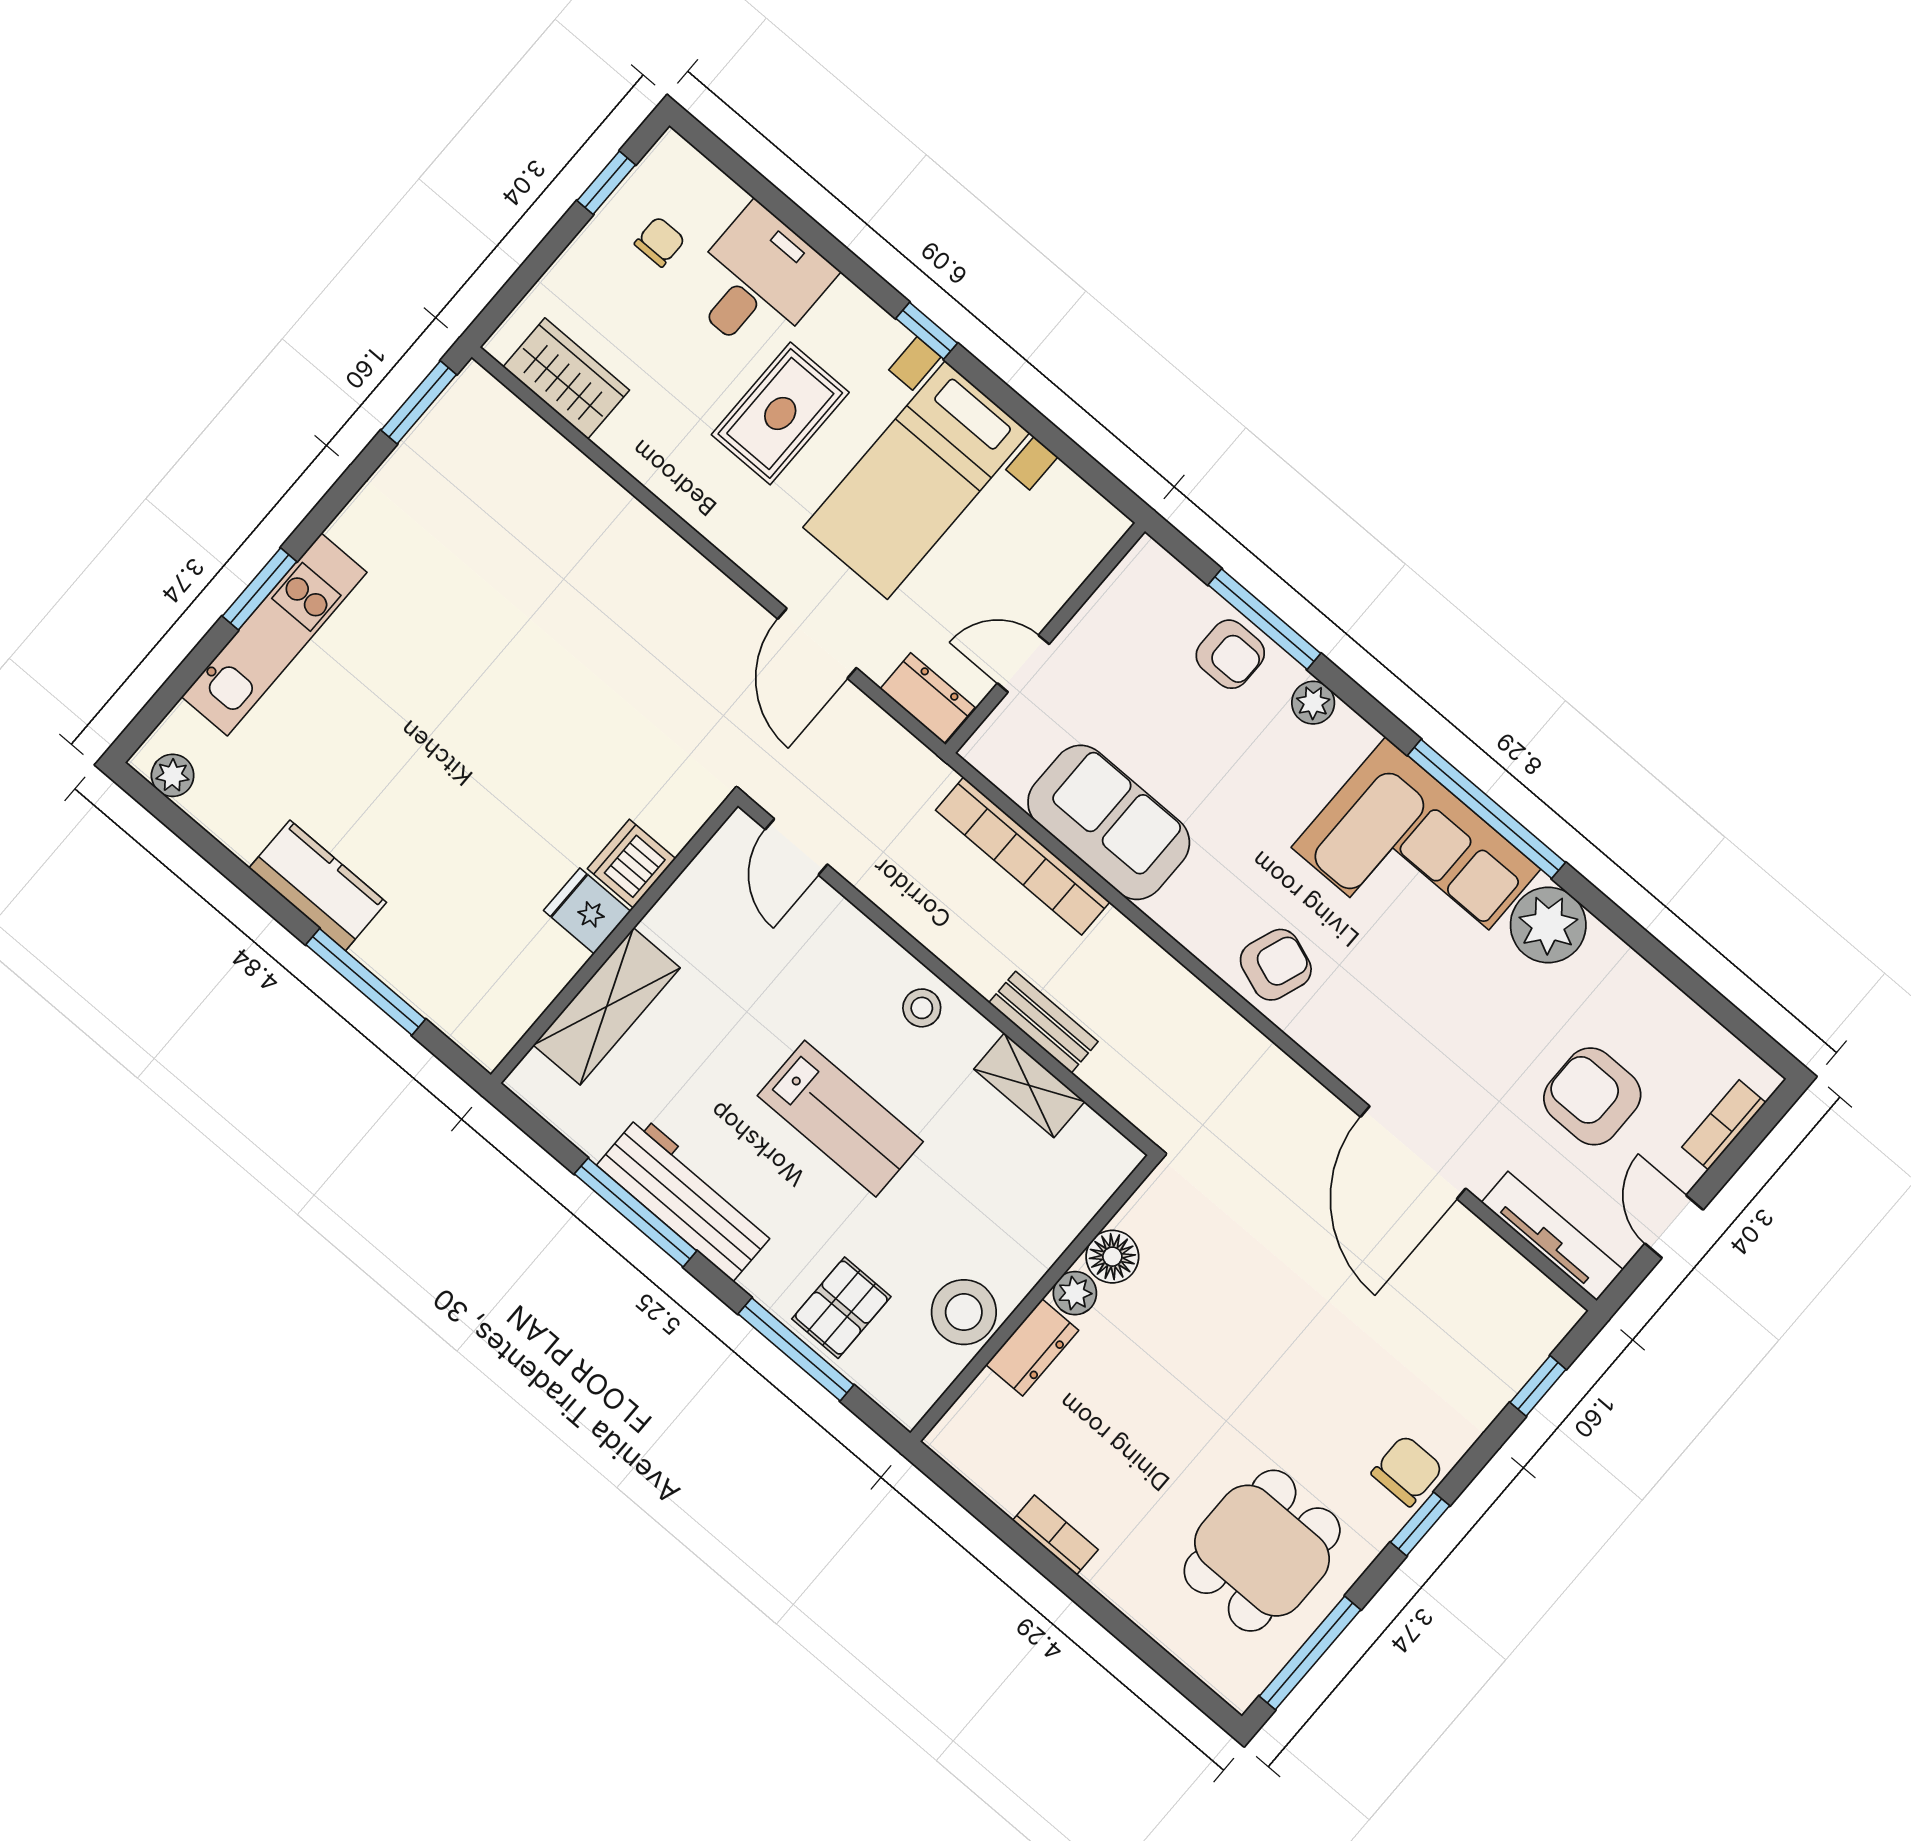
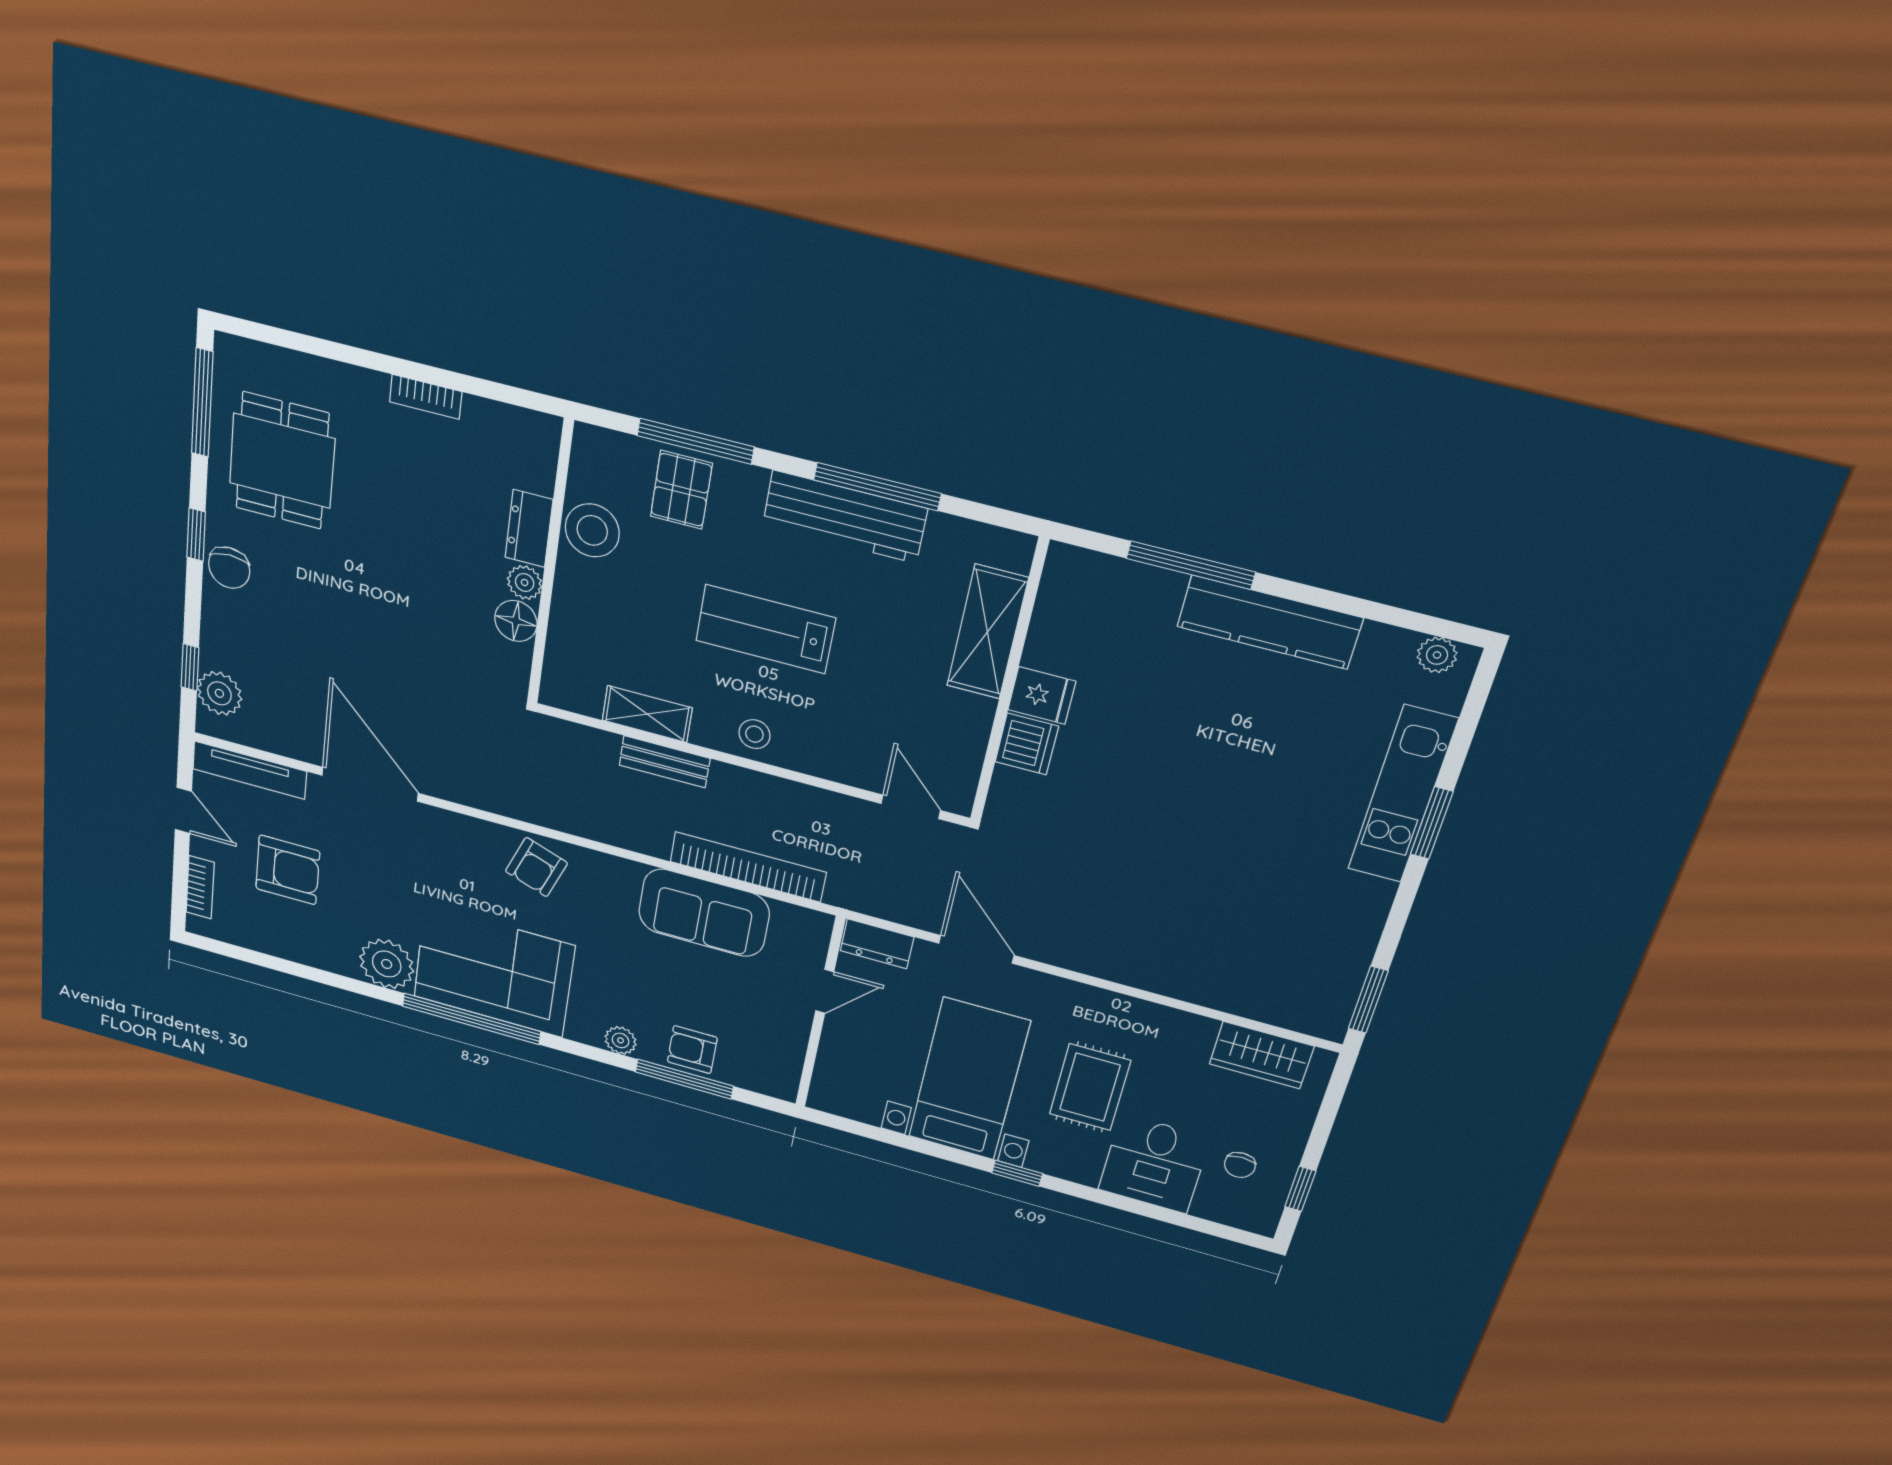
kitchen counter: (318, 885) -> (1270, 622), width x1.50
plant: (1524, 1340) -> (219, 693), added

